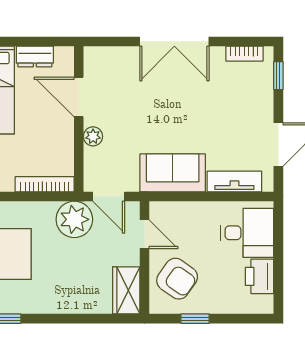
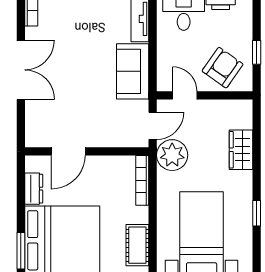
plant: (93, 136) -> (102, 139), removed
door: (145, 234) -> (185, 95), hinge flipped
wardrobe: (126, 290) -> (241, 150), moved, turned 90

